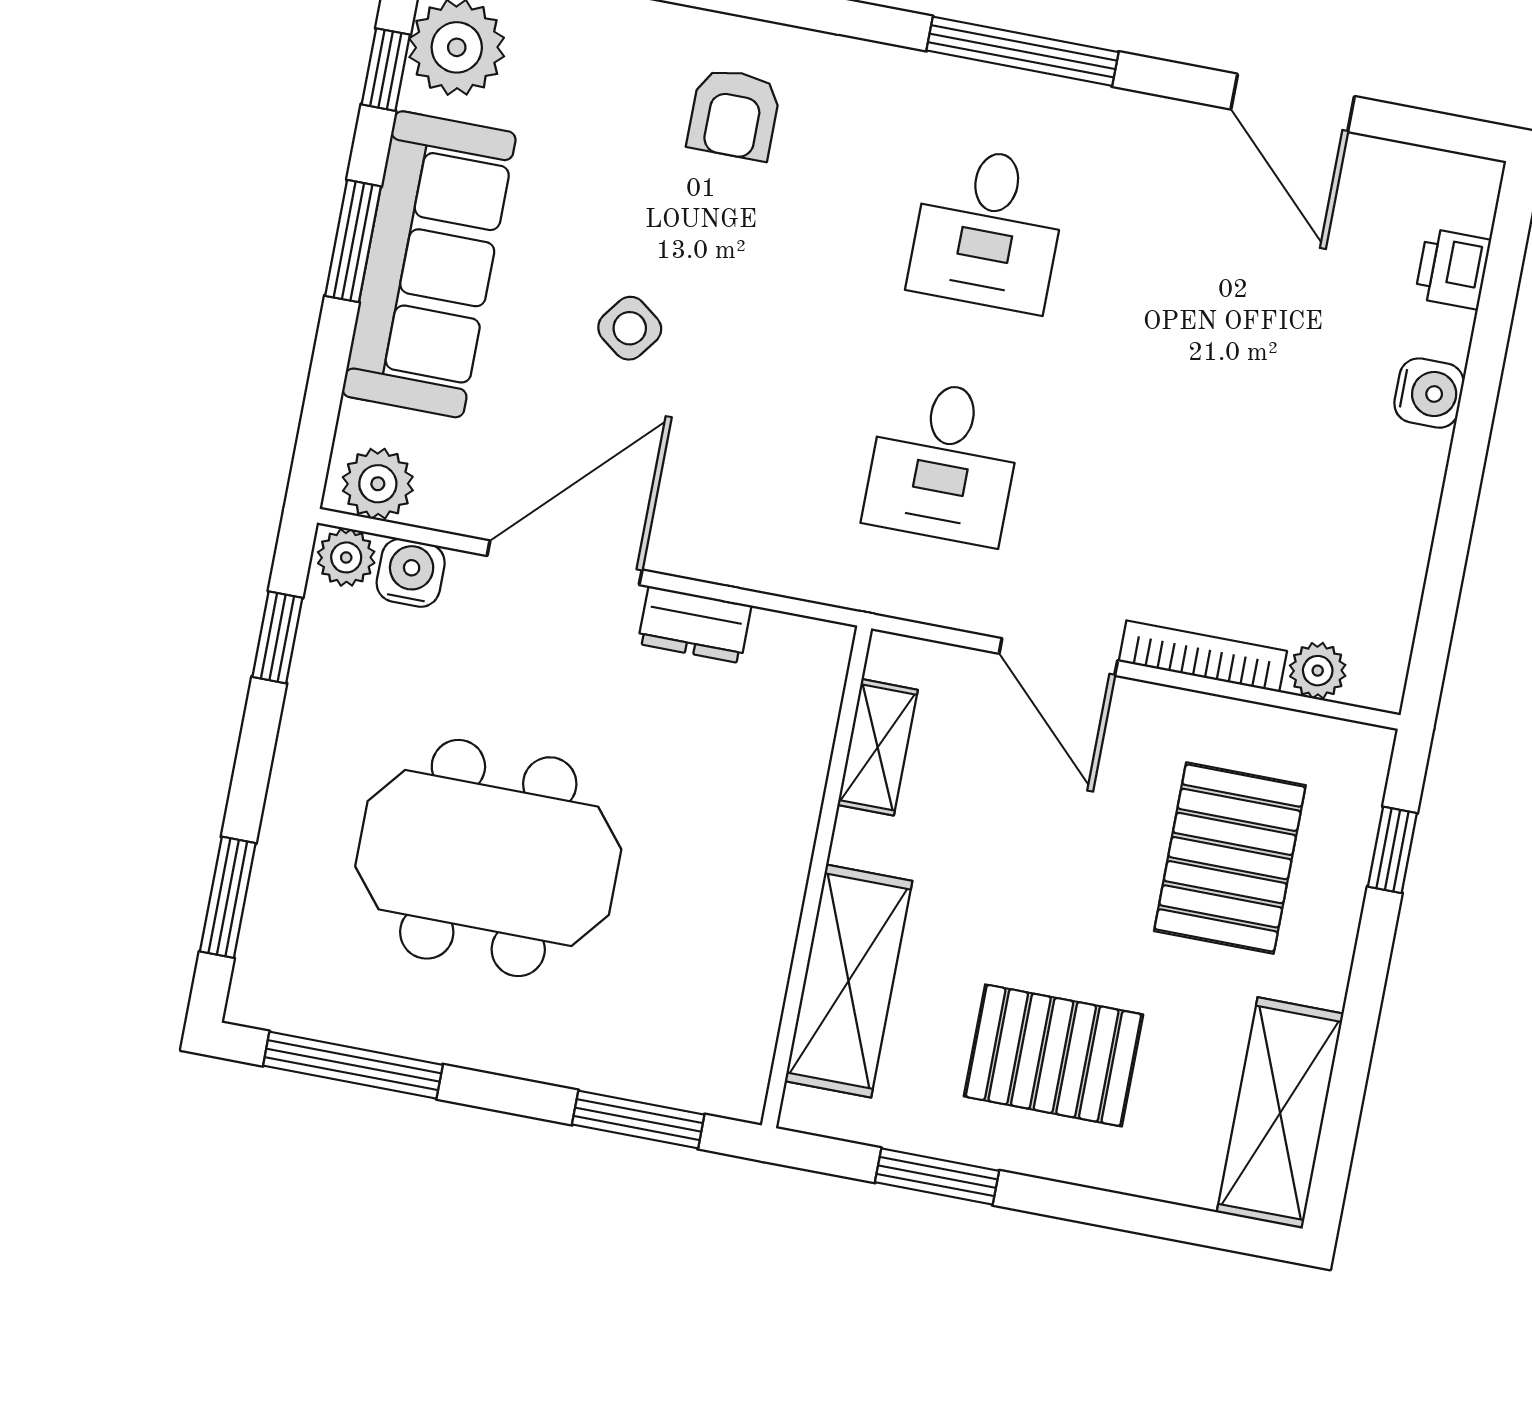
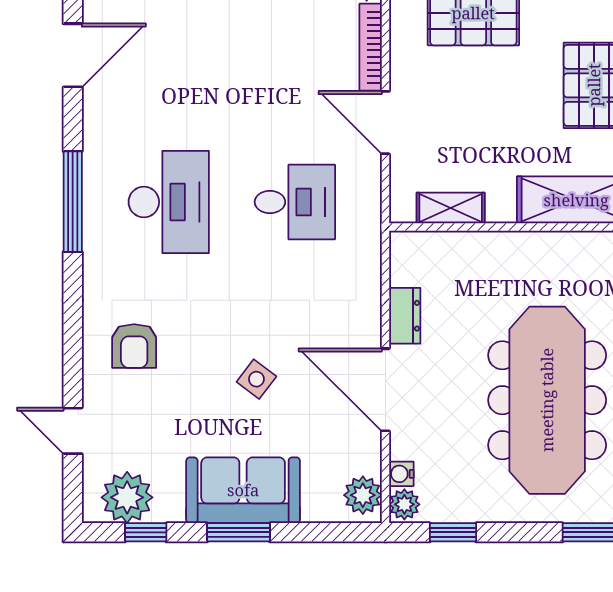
armchair: (734, 114) -> (134, 346), turned 90
desk: (988, 229) -> (169, 202), width x1.37
sofa: (429, 264) -> (243, 490), width x0.73
water cooler: (411, 573) -> (401, 474), width x0.72, depth x0.72
door: (1058, 657) -> (385, 123), swing flipped
meeting table: (488, 858) -> (547, 400), width x1.36

